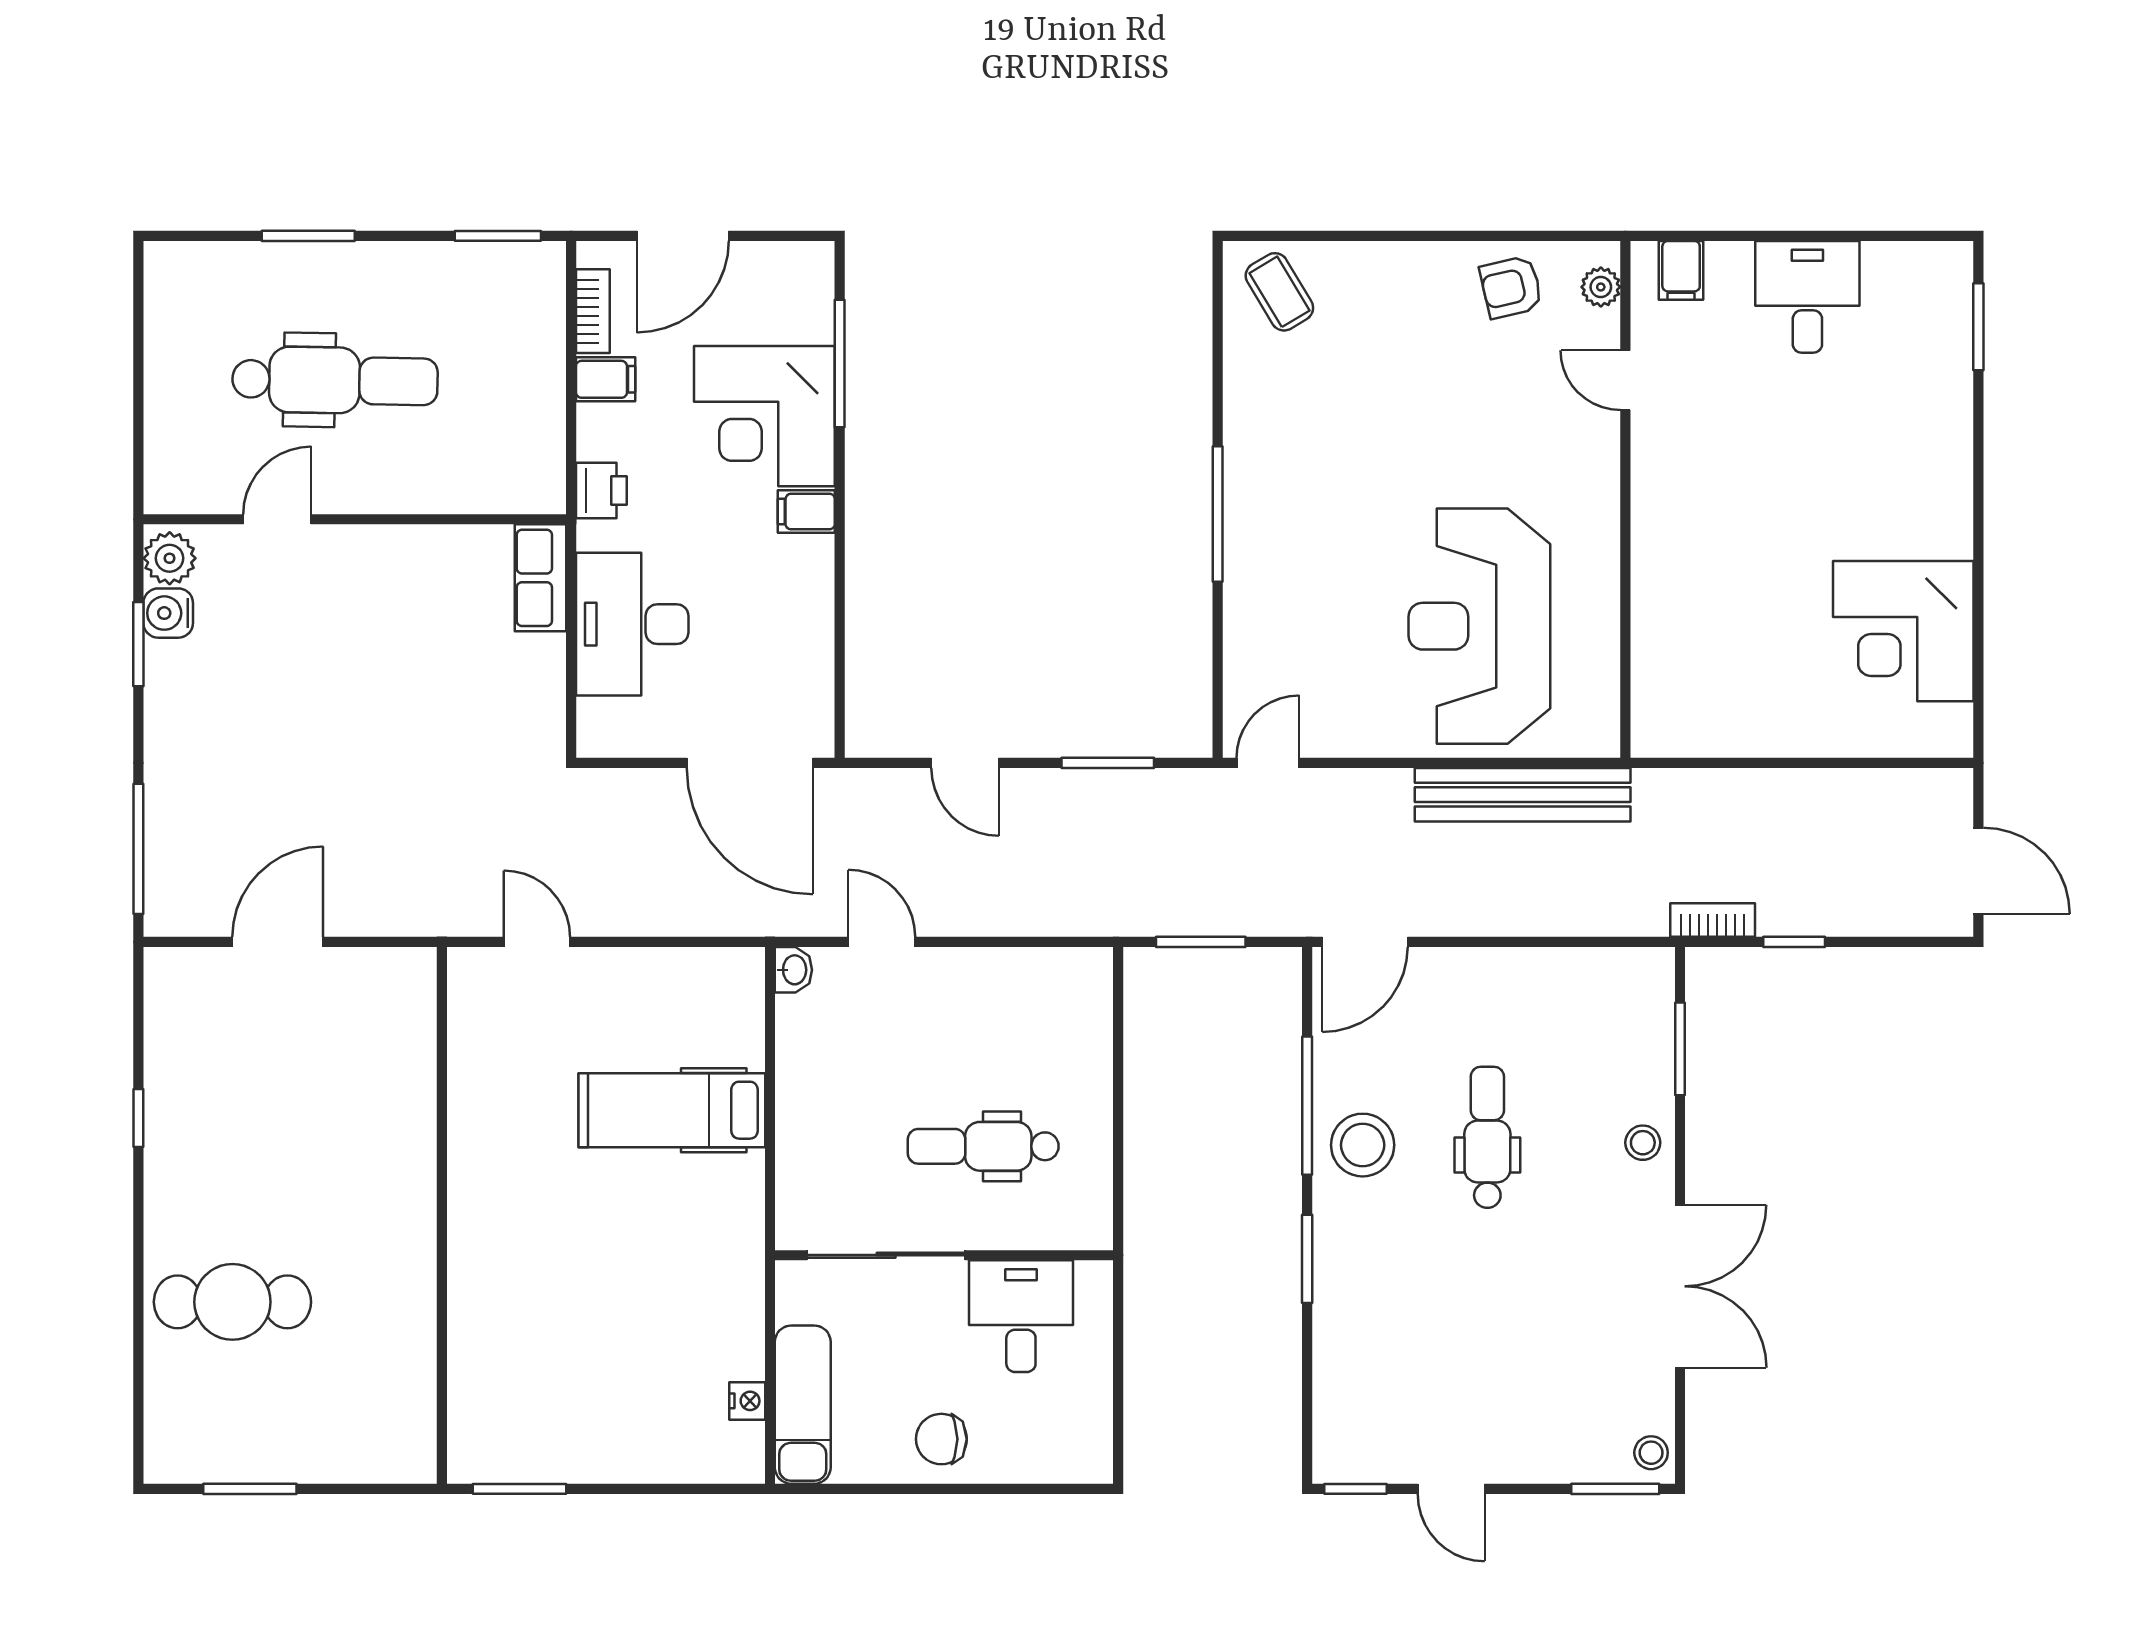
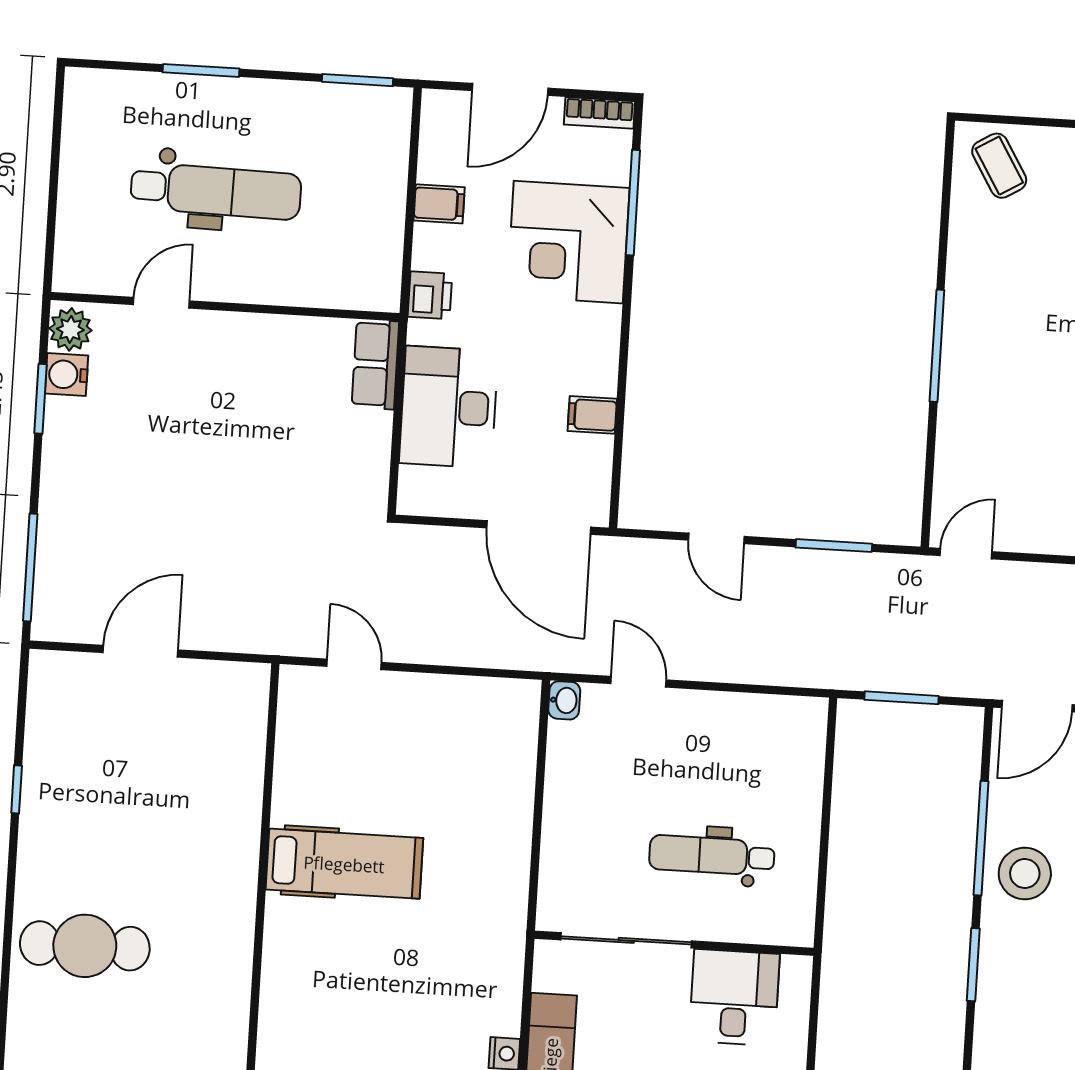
bookcase: (593, 311) -> (599, 113), moved, turned 90
filing cabinet: (806, 512) -> (592, 415), moved
hospital bed: (672, 1110) -> (344, 864), moved, turned 180

